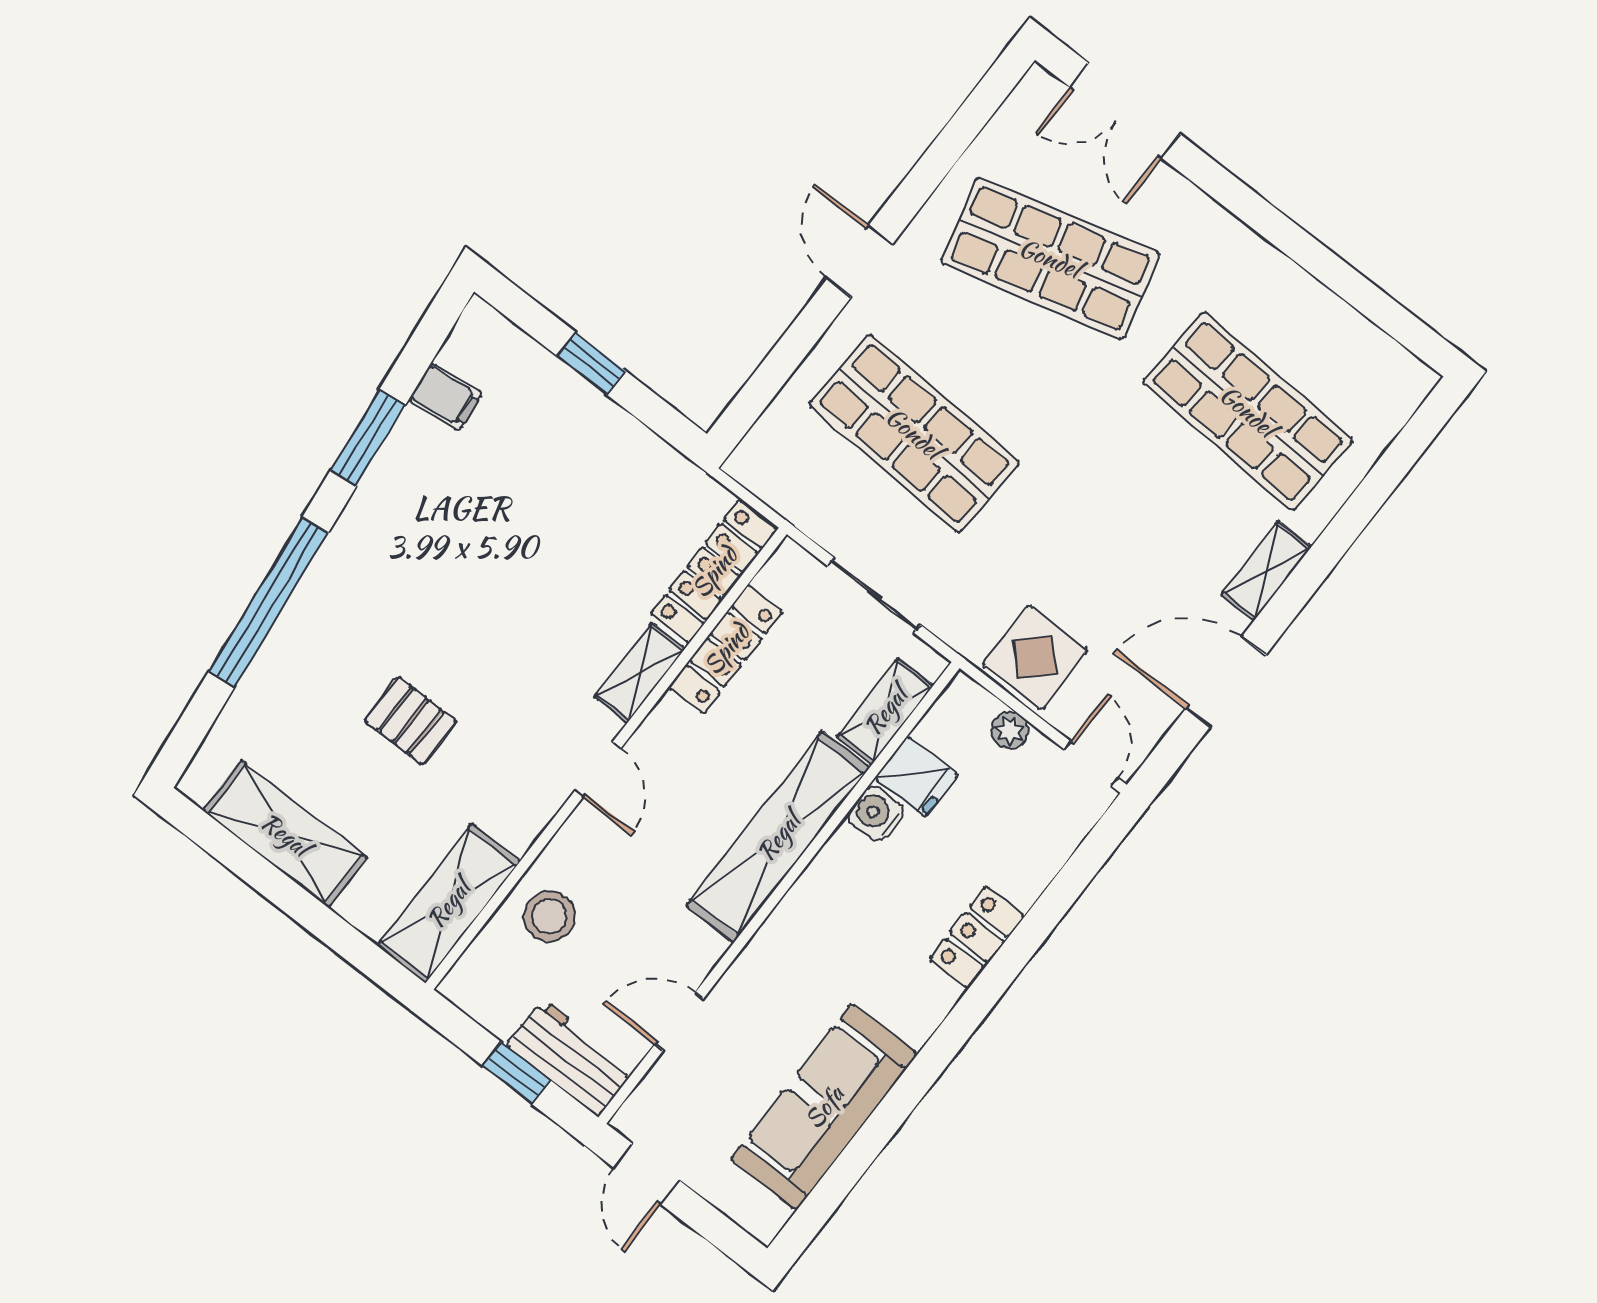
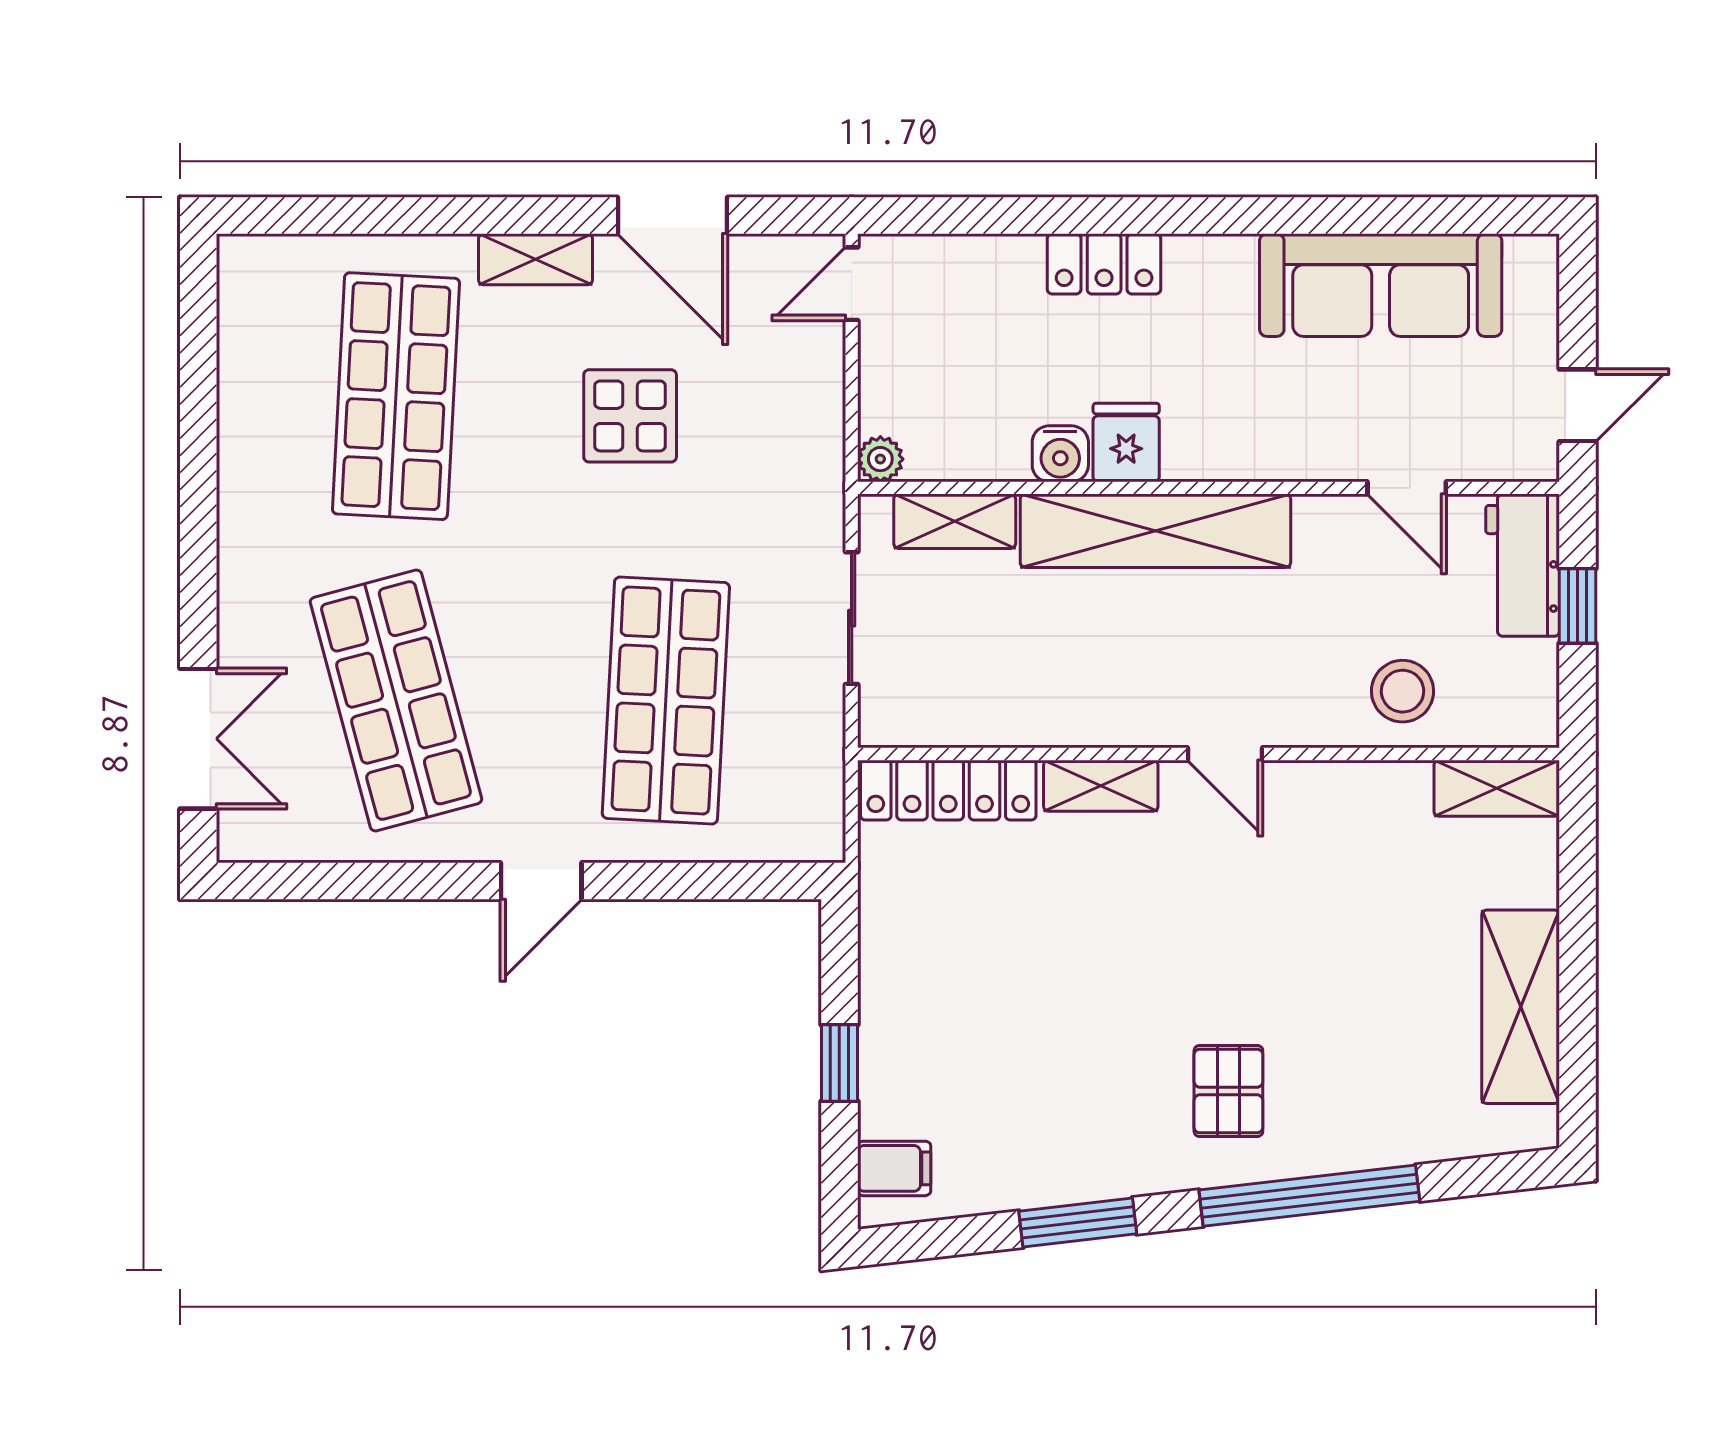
filing cabinet: (445, 397) -> (894, 1168), moved, turned 97
locker: (726, 649) -> (1014, 721), removed
display table: (1035, 657) -> (630, 416), moved
pallet: (410, 721) -> (1228, 1091), moved
plant: (1010, 730) -> (880, 459), moved
door: (598, 769) -> (1225, 754), swing flipped
fridge: (916, 777) -> (1126, 442), moved
shelving: (448, 904) -> (1497, 788), width x0.67, depth x0.75

